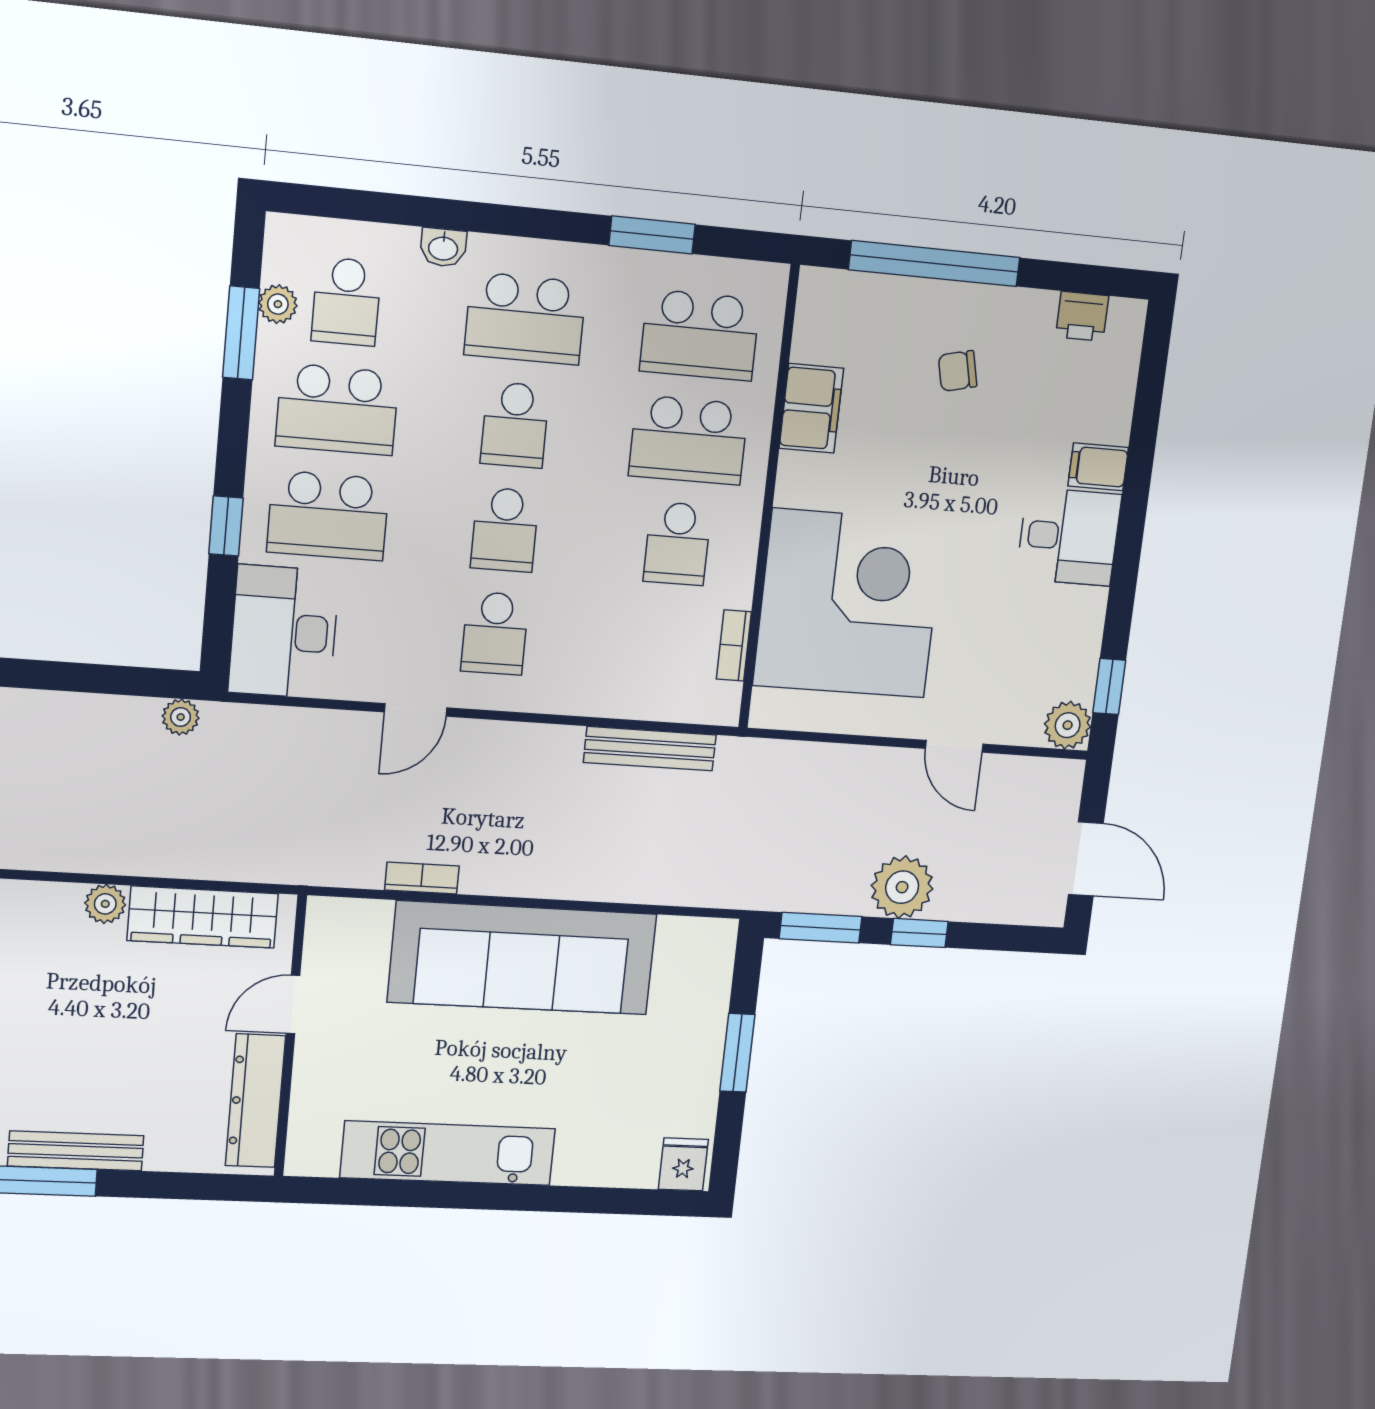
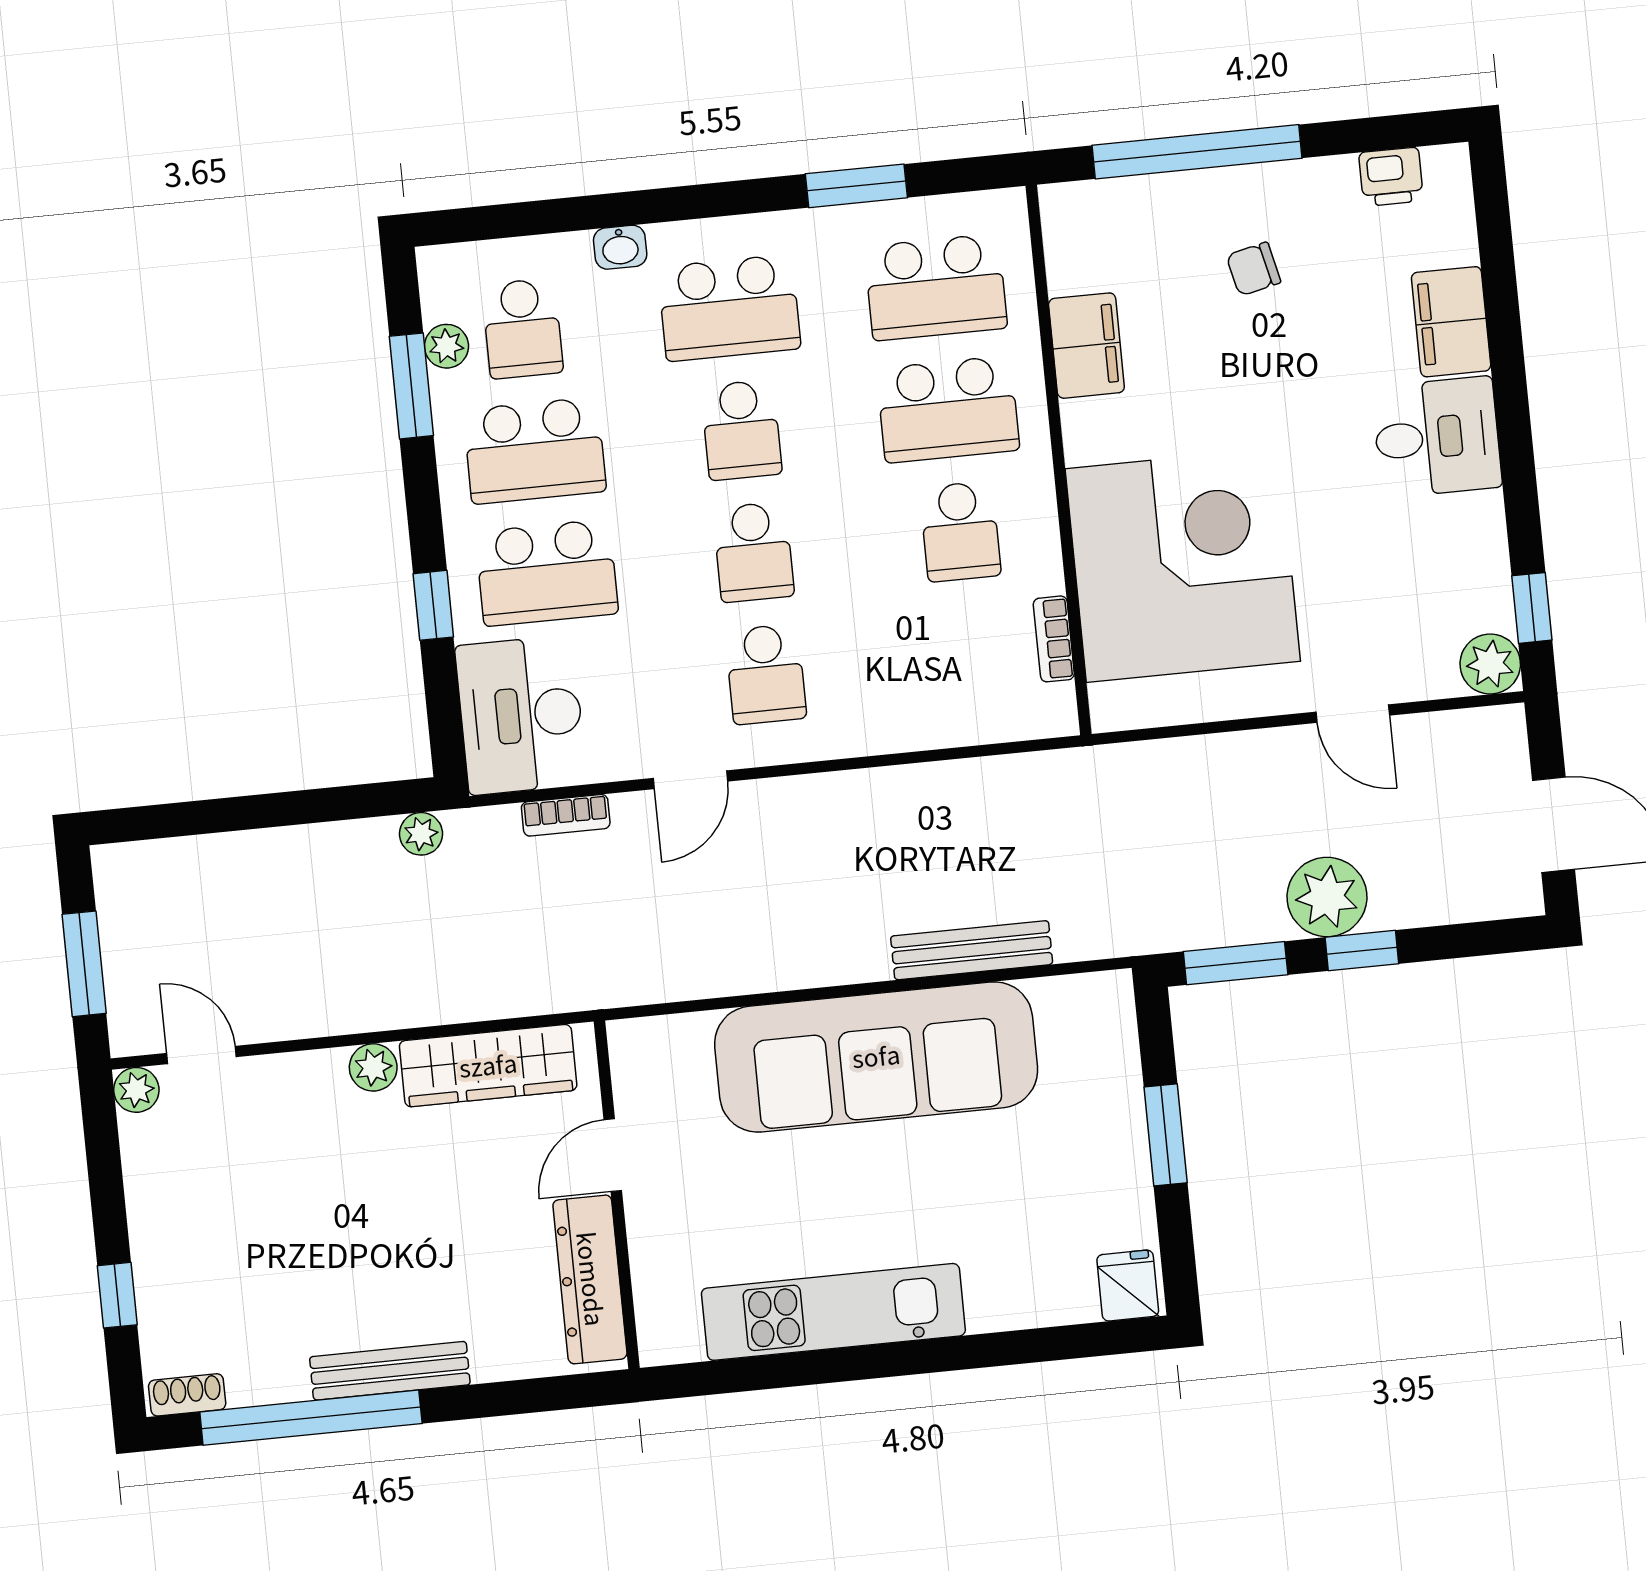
filing cabinet: (1098, 467) -> (1451, 322), width x2.00
bench: (650, 749) -> (972, 950), moved
bookcase: (422, 878) -> (566, 815), moved, turned 180

